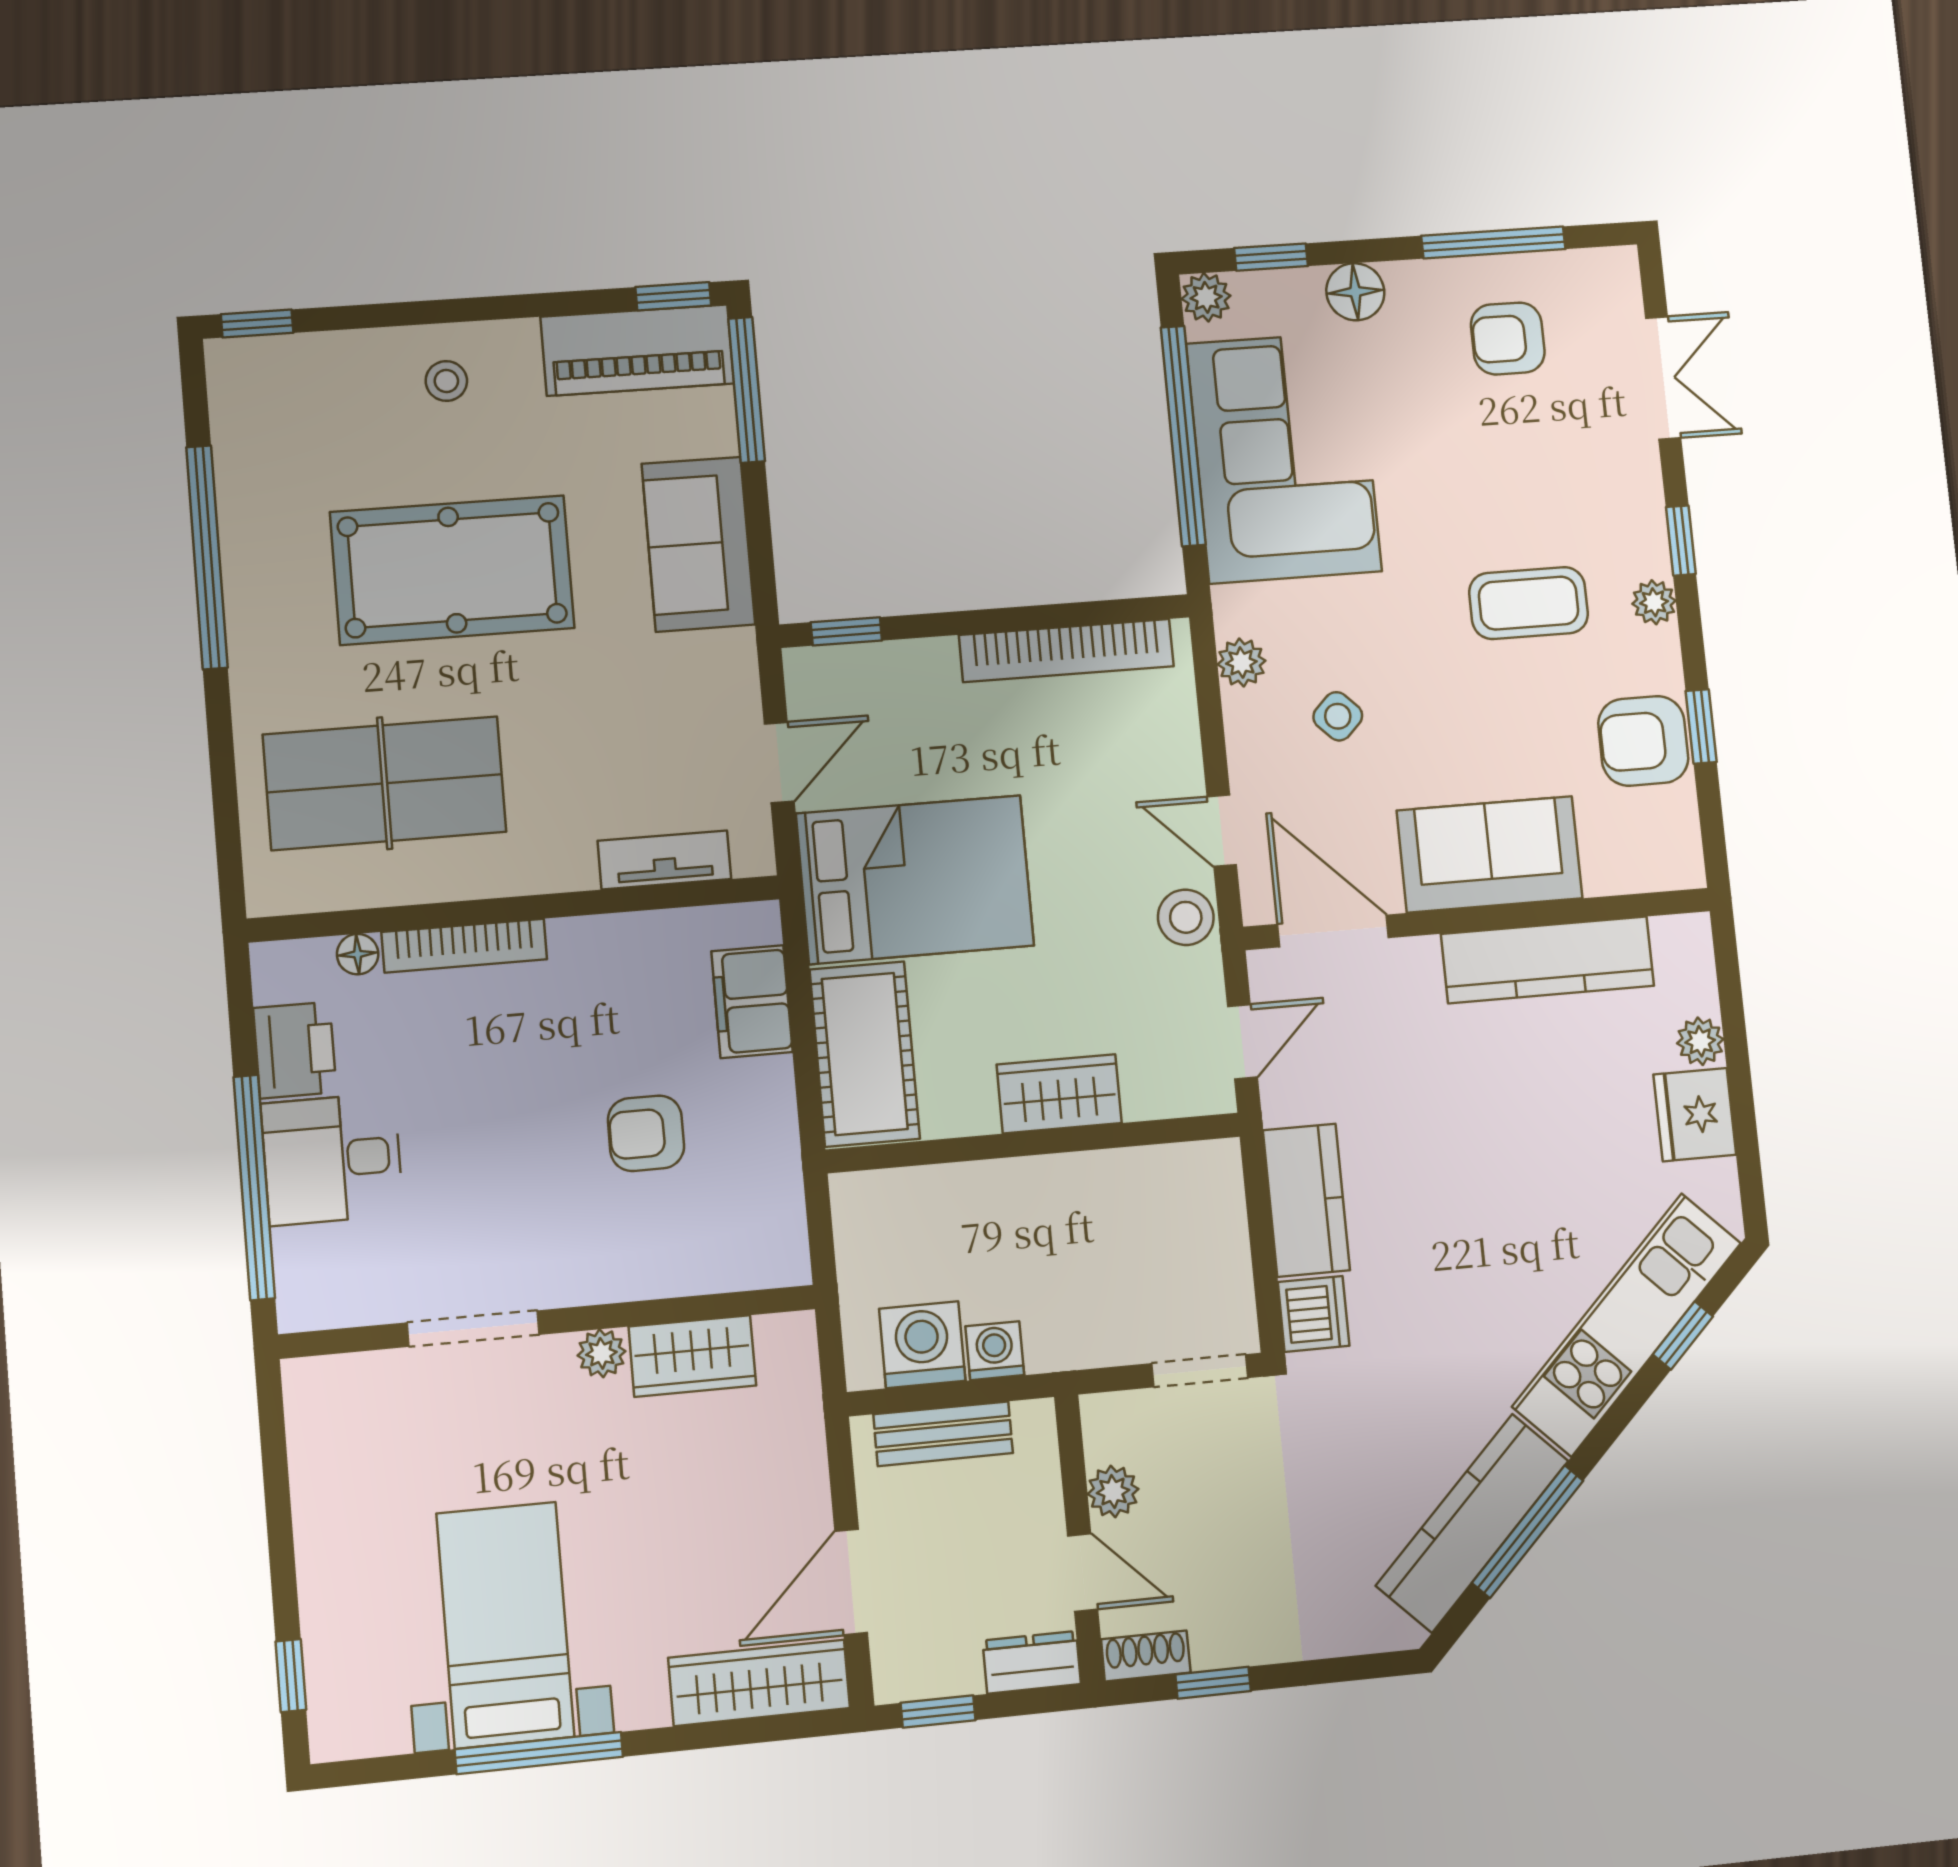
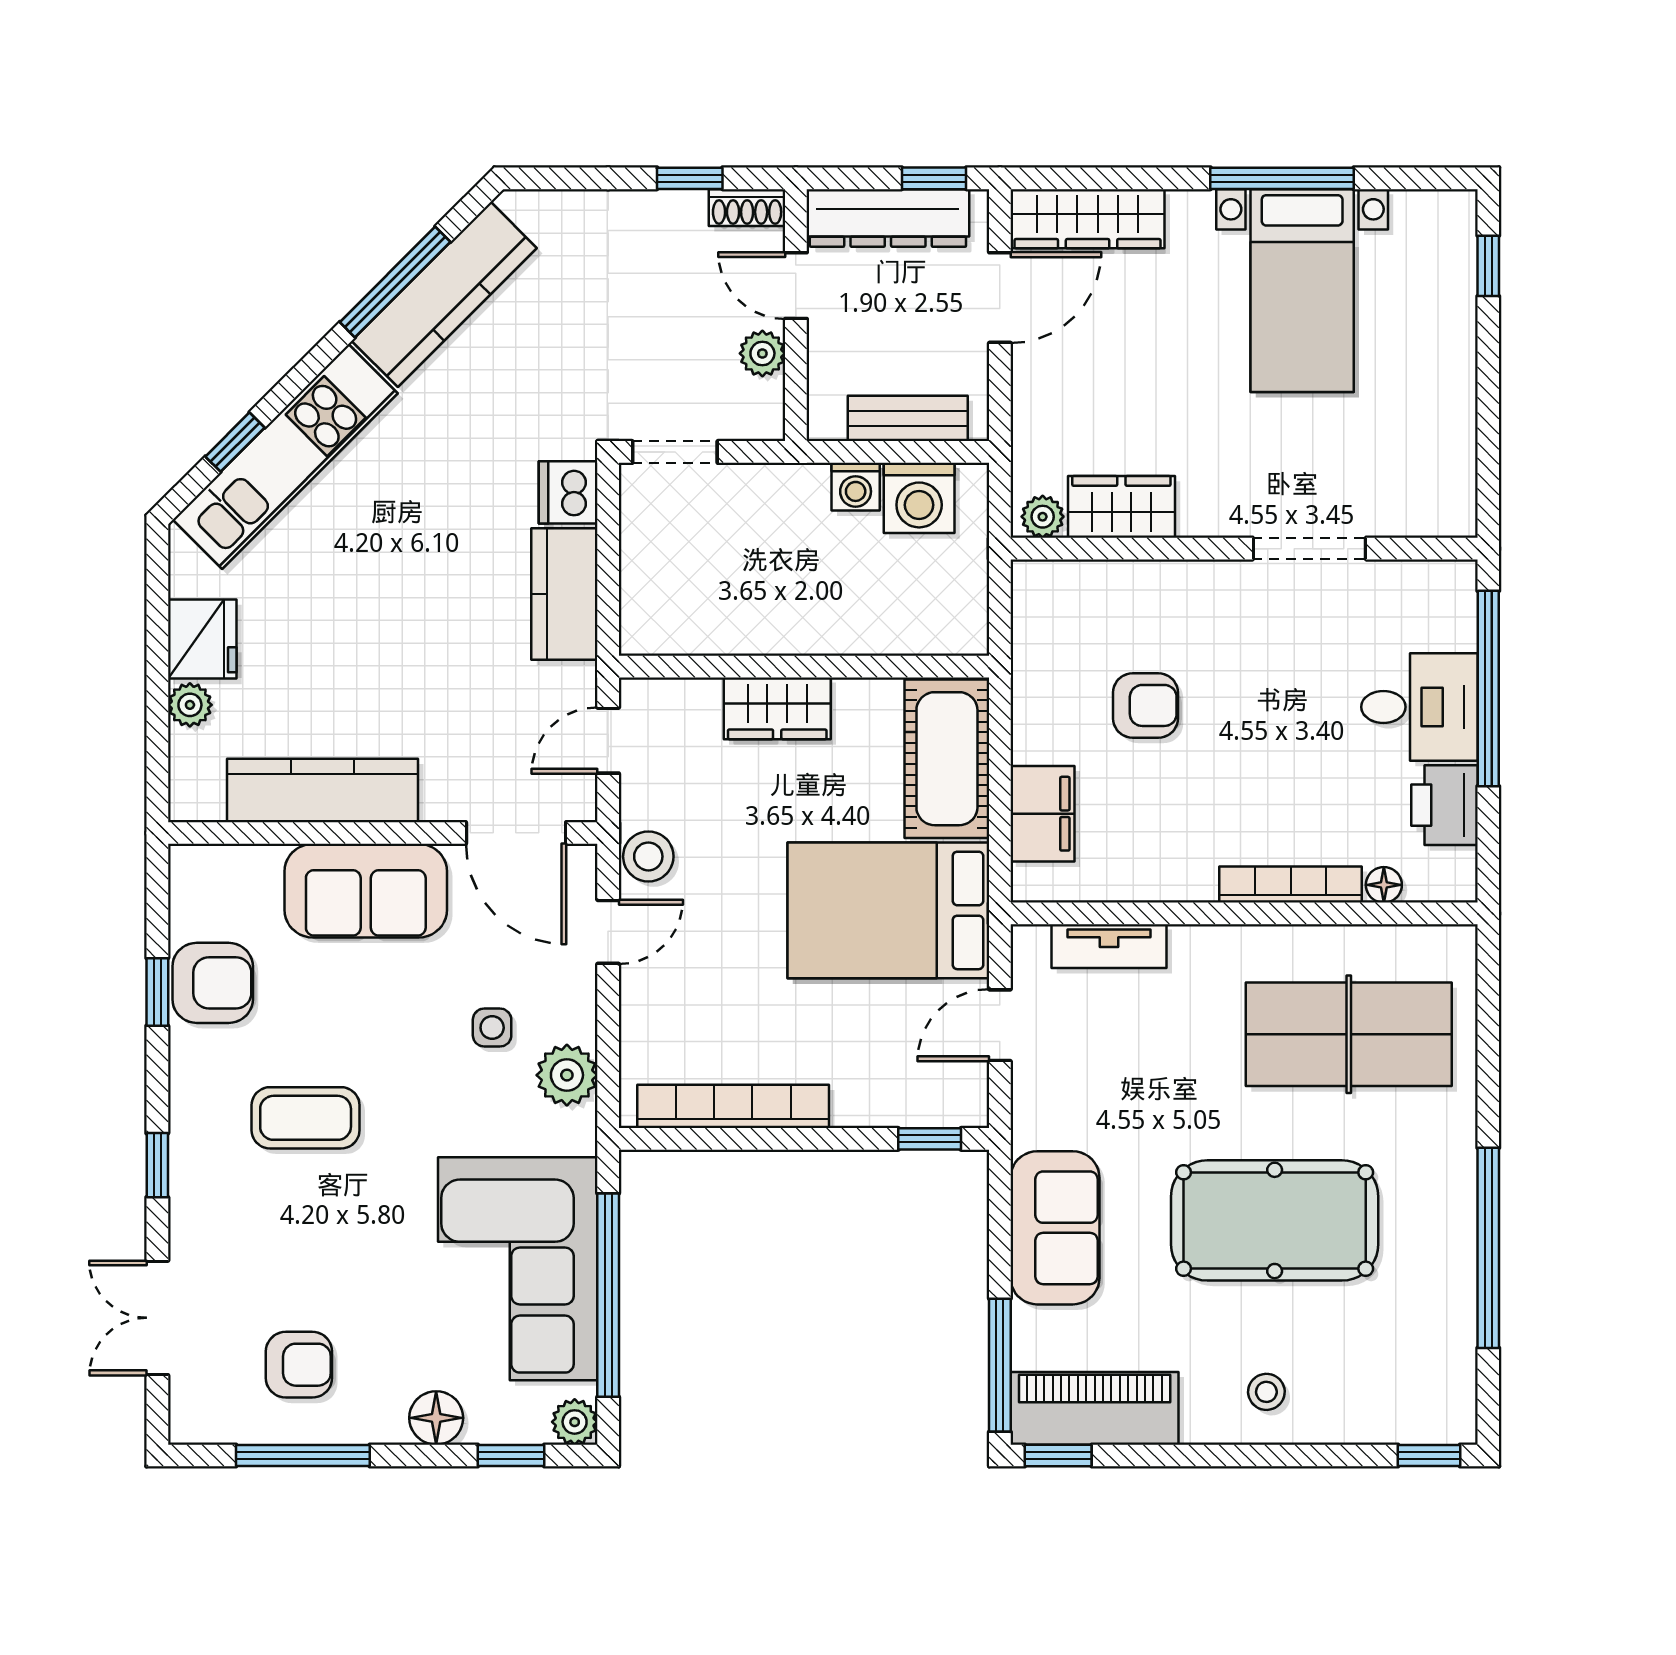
plant: (1654, 602) -> (189, 1110), removed
plant: (1241, 662) -> (567, 1075), width x1.38, depth x1.38
side table: (1338, 716) -> (492, 1028), turned 45
door: (1222, 831) -> (608, 932), hinge flipped
plant: (601, 1353) -> (1043, 517), moved
dresser: (1032, 1662) -> (888, 218), width x1.96, depth x1.24

